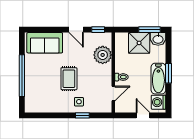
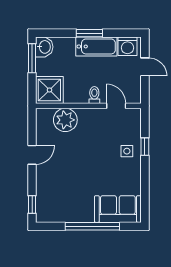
window: (98, 30) -> (32, 205), moved
sofa: (45, 43) -> (118, 209), moved, turned -90
shower: (139, 43) -> (49, 90), moved
rug: (69, 79) -> (97, 164), removed
door: (143, 115) -> (145, 67), swing flipped

